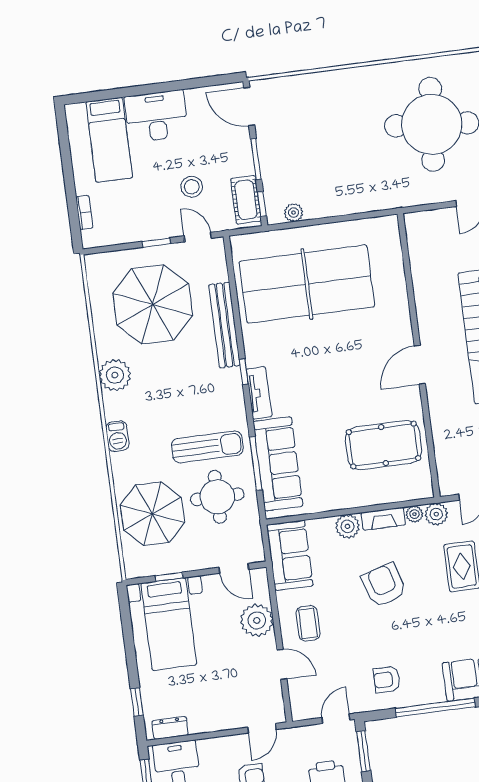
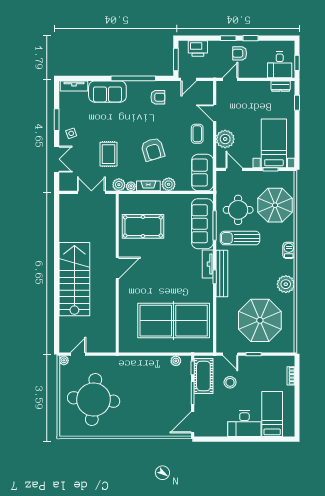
door: (249, 107) -> (193, 422), swing flipped
cot: (246, 200) -> (203, 376), width x1.37, depth x1.34
bench: (225, 325) -> (222, 274), moved

